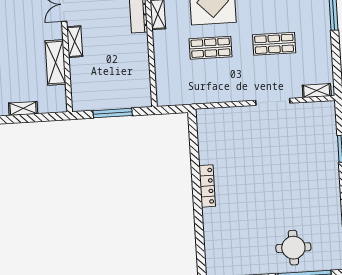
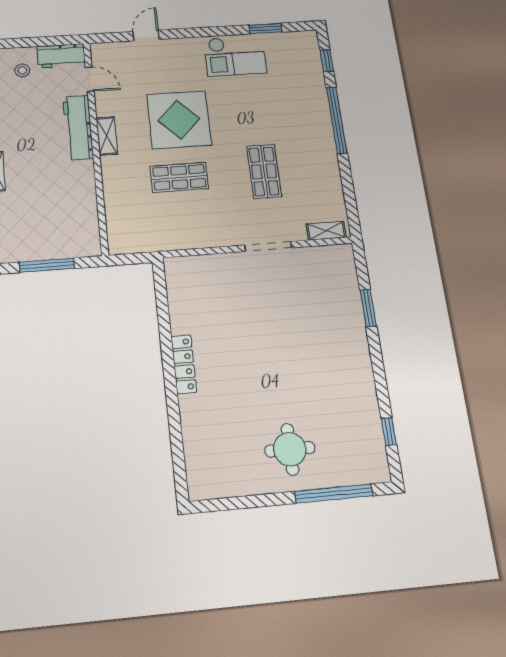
shop shelf: (274, 44) -> (264, 171), turned 90
round table: (293, 248) -> (290, 449), moved

